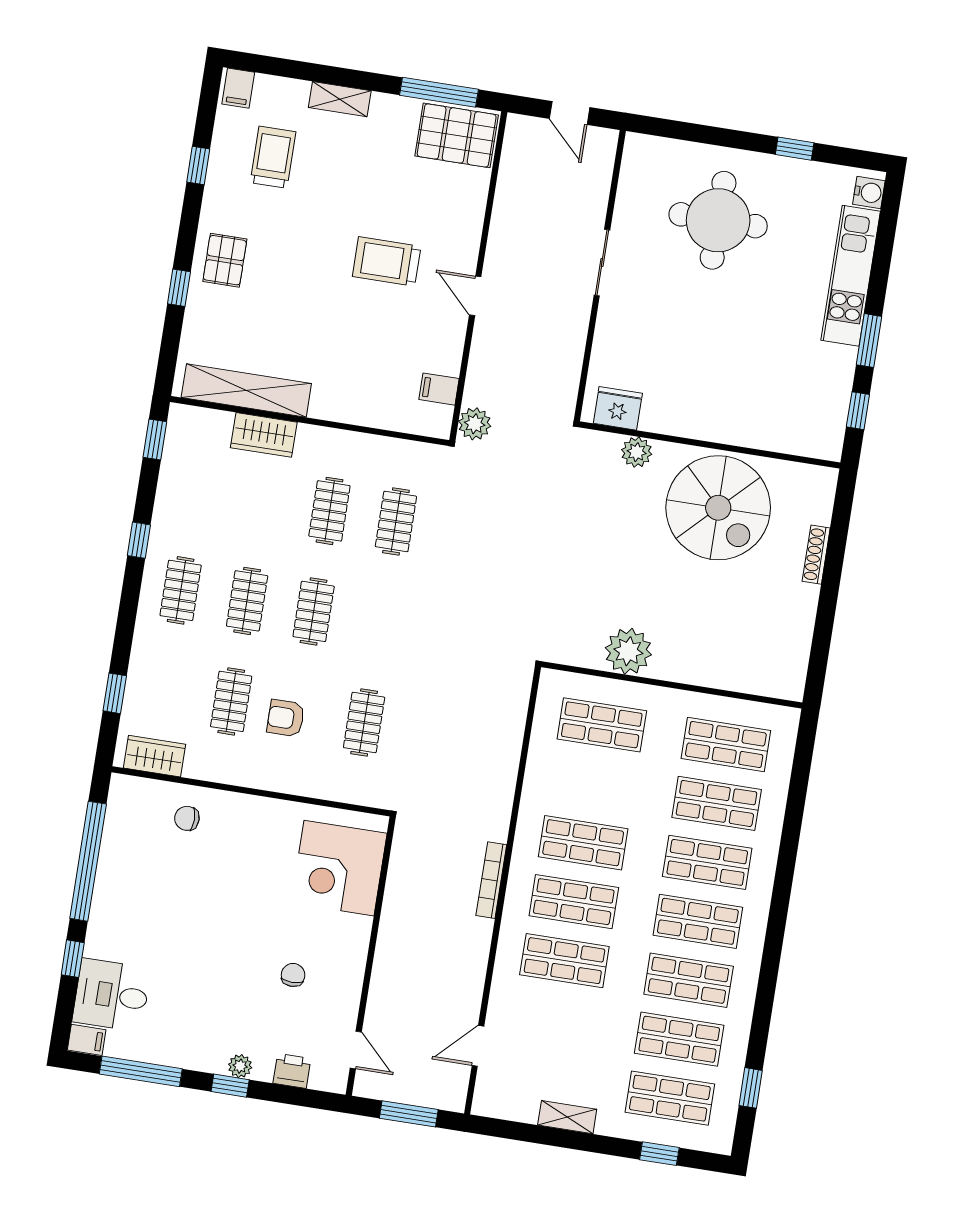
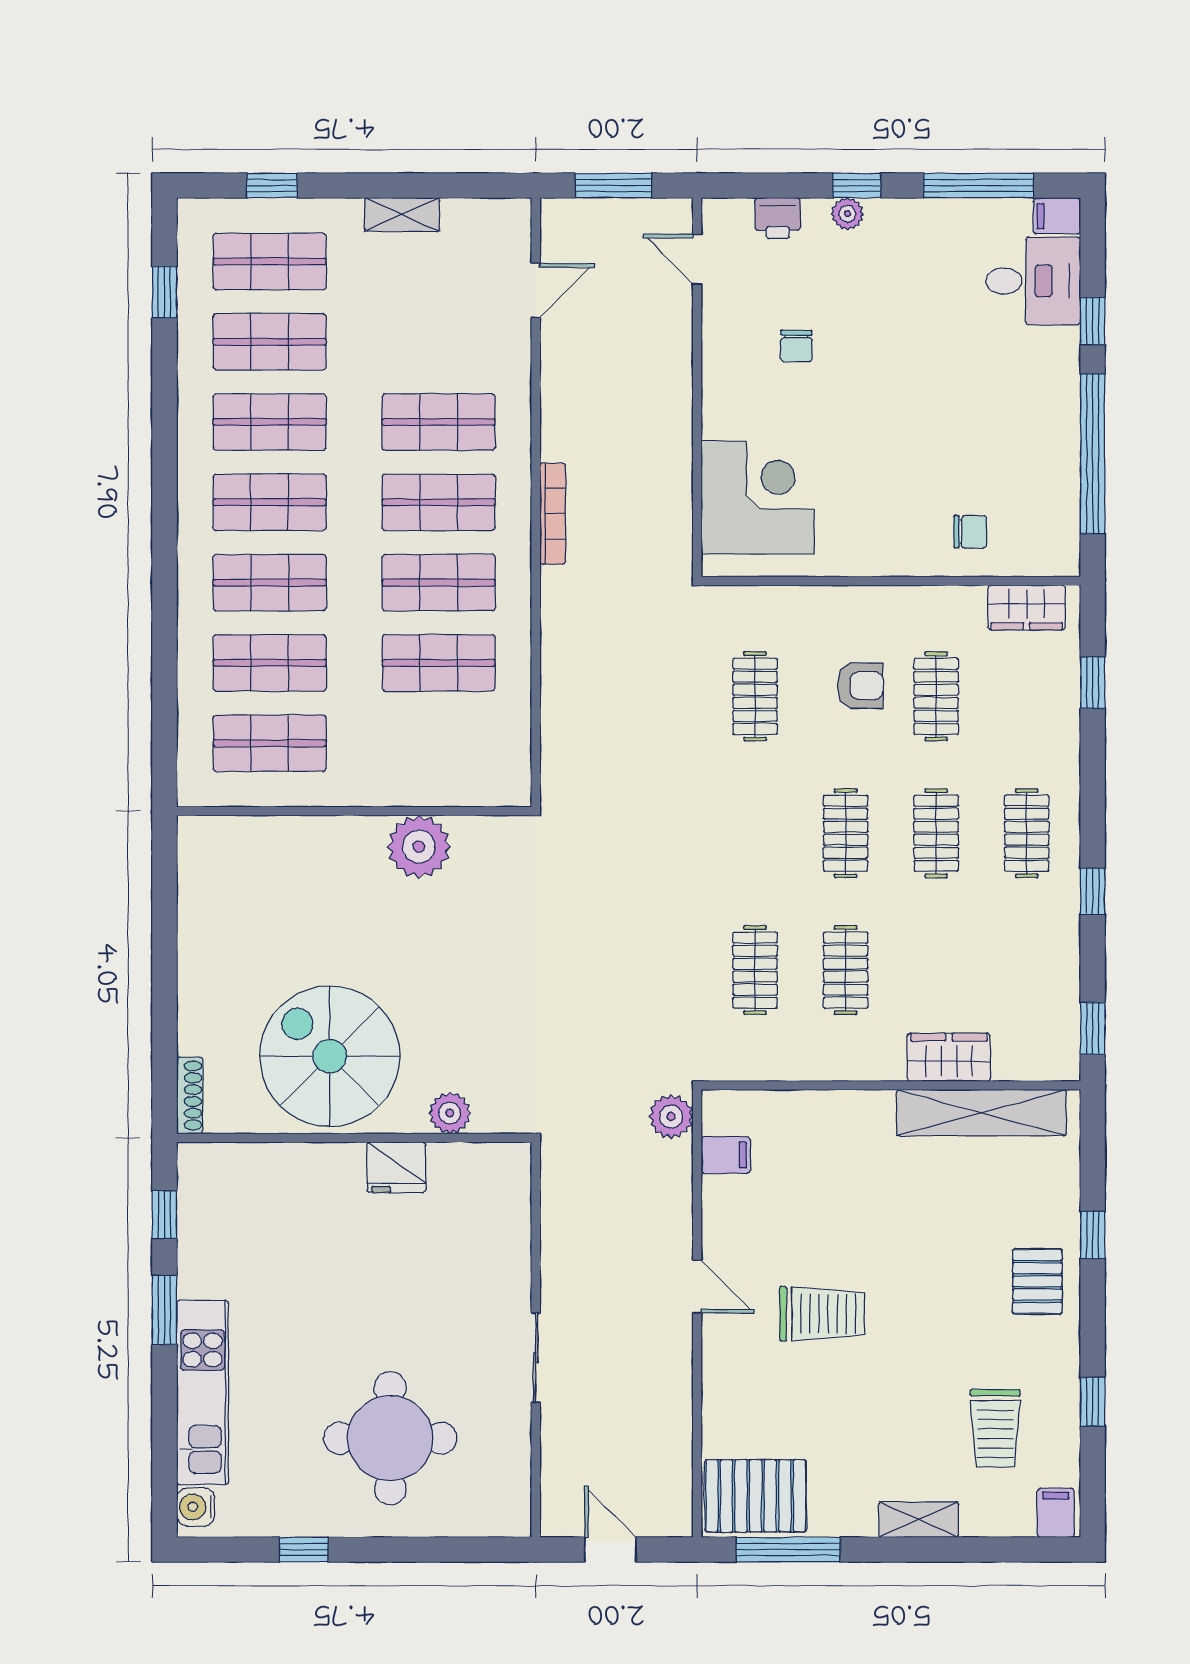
fridge: (618, 408) -> (396, 1167), moved
shoe rack: (816, 555) -> (190, 1095), moved
shop shelf: (602, 725) -> (439, 663), moved

